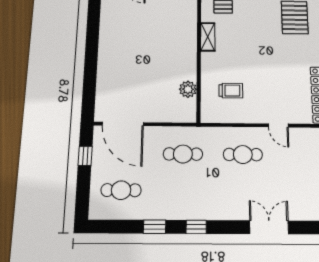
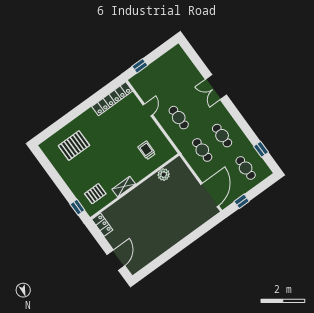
cafe table: (182, 191) -> (222, 136), added
window: (155, 227) -> (261, 149), moved
window: (196, 227) -> (236, 114), removed
double door: (269, 227) -> (216, 87), moved

